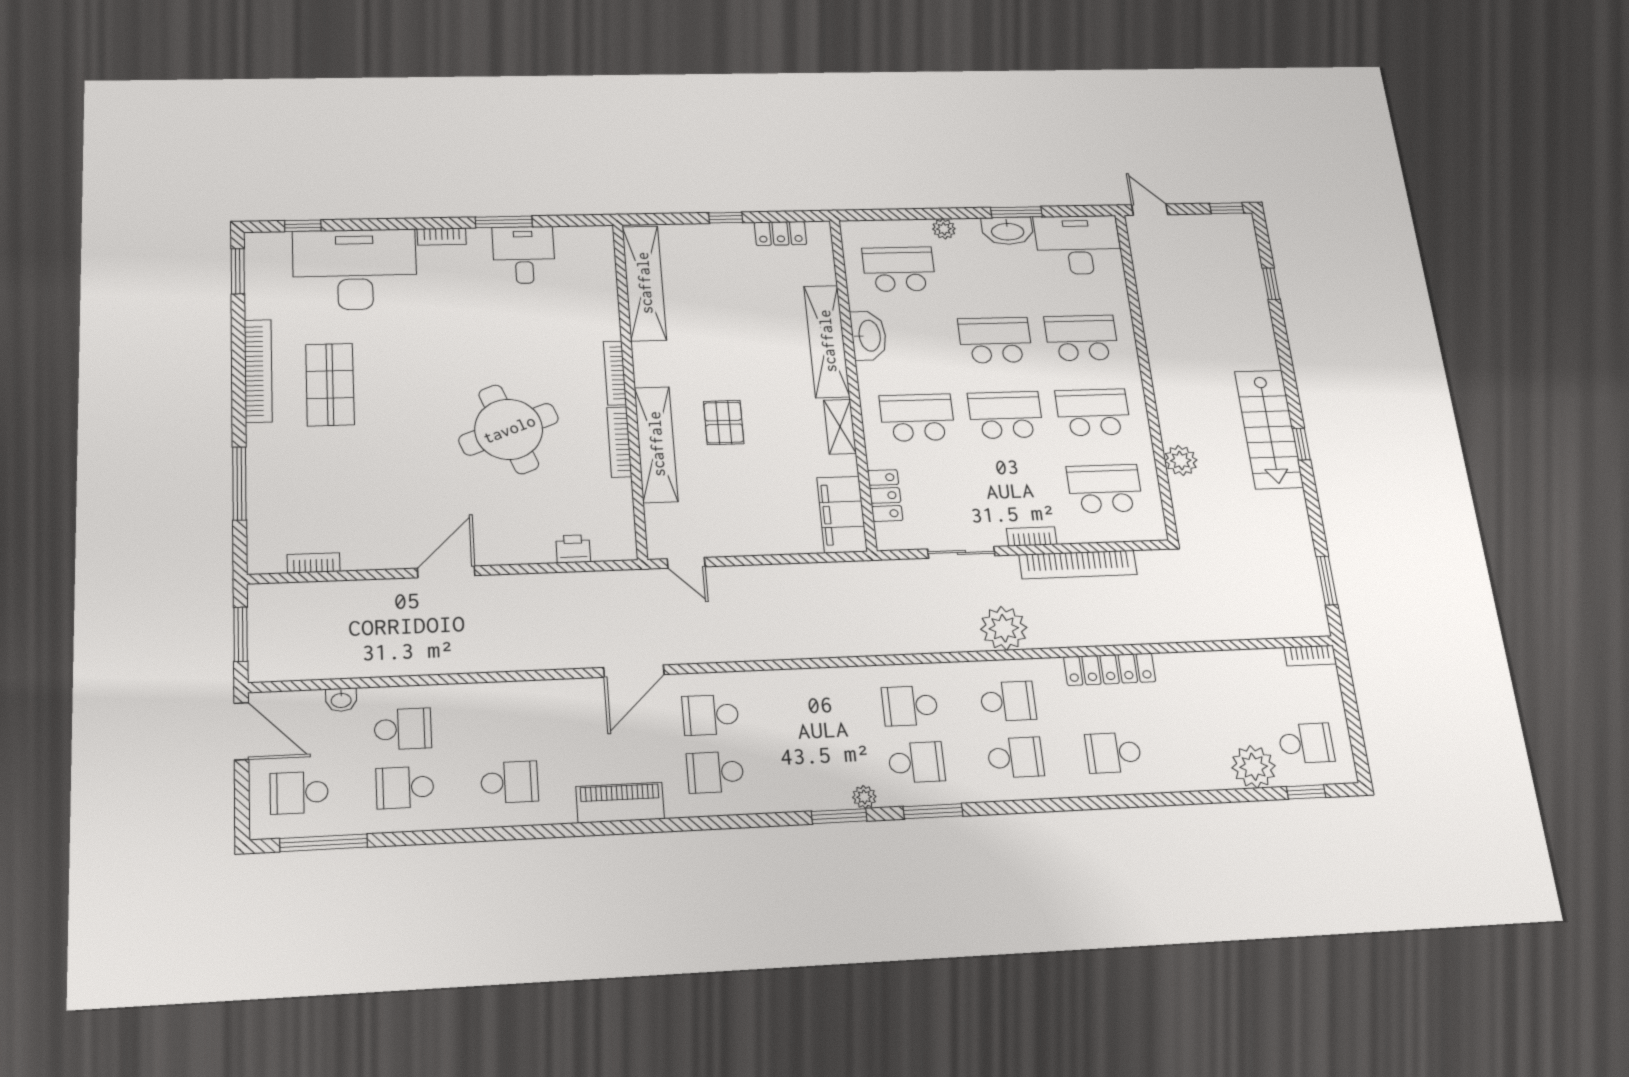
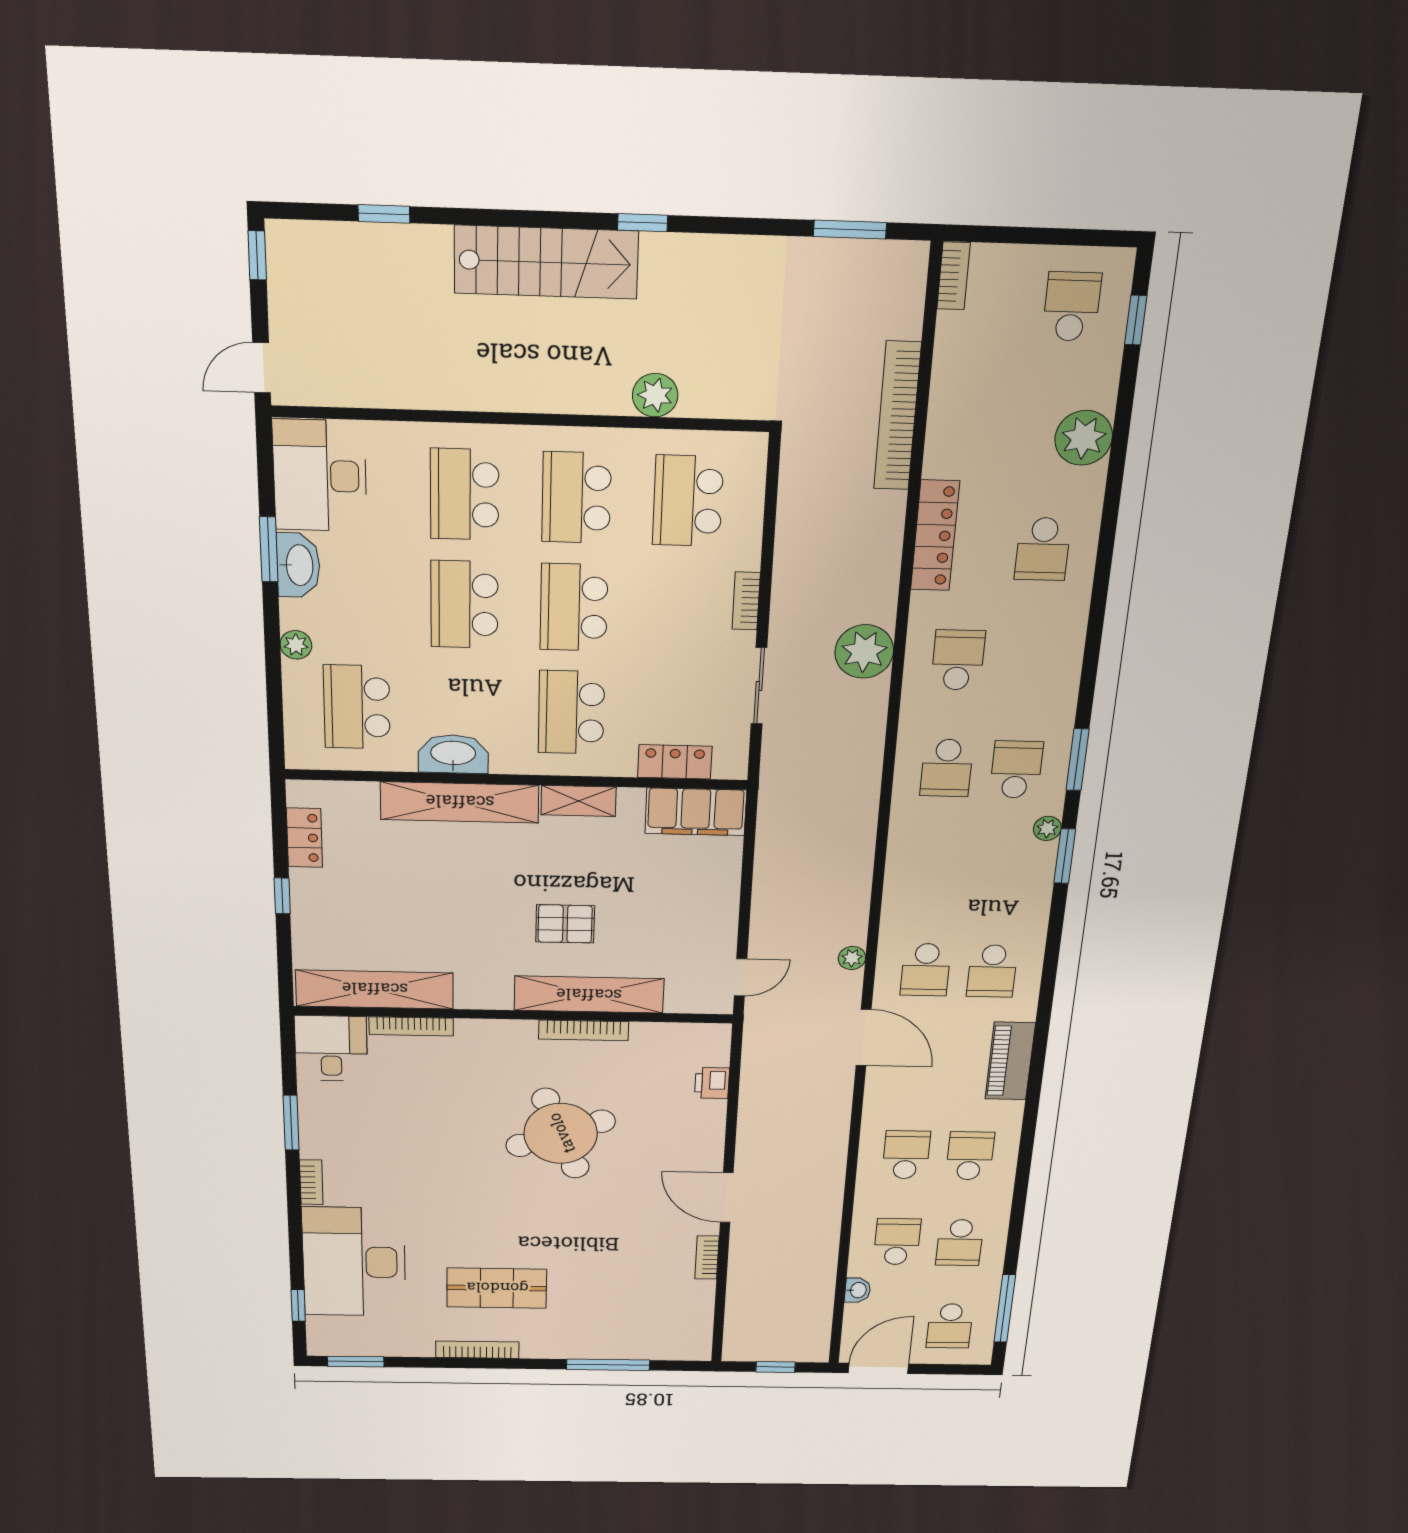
desk: (524, 255) -> (331, 1048), moved, turned 90
bookcase: (258, 371) -> (477, 1350), width x0.68, depth x0.76
bookcase: (615, 373) -> (411, 1026), moved
stairs: (1269, 429) -> (546, 262), moved
bookcase: (314, 563) -> (707, 1257), moved
bookcase: (1078, 565) -> (897, 416), moved, turned 180
window: (241, 634) -> (776, 1367), width x0.67
plant: (716, 652) -> (852, 958), added
school desk: (1015, 757) -> (906, 1155), moved
plant: (1254, 767) -> (1084, 438), moved

